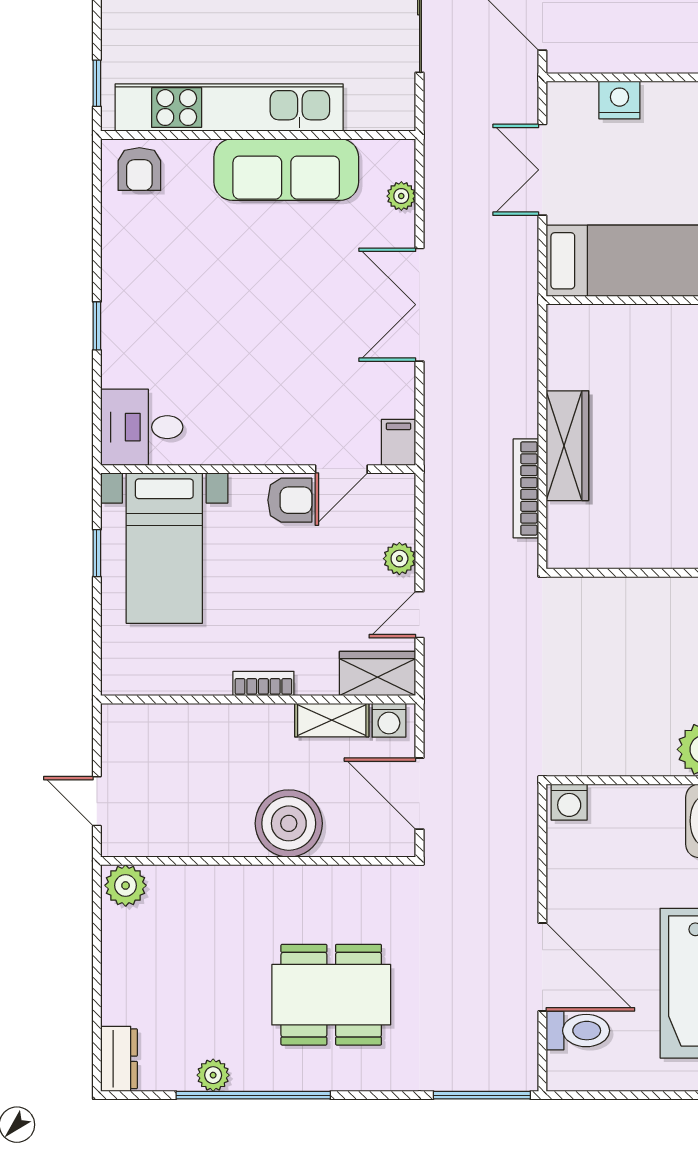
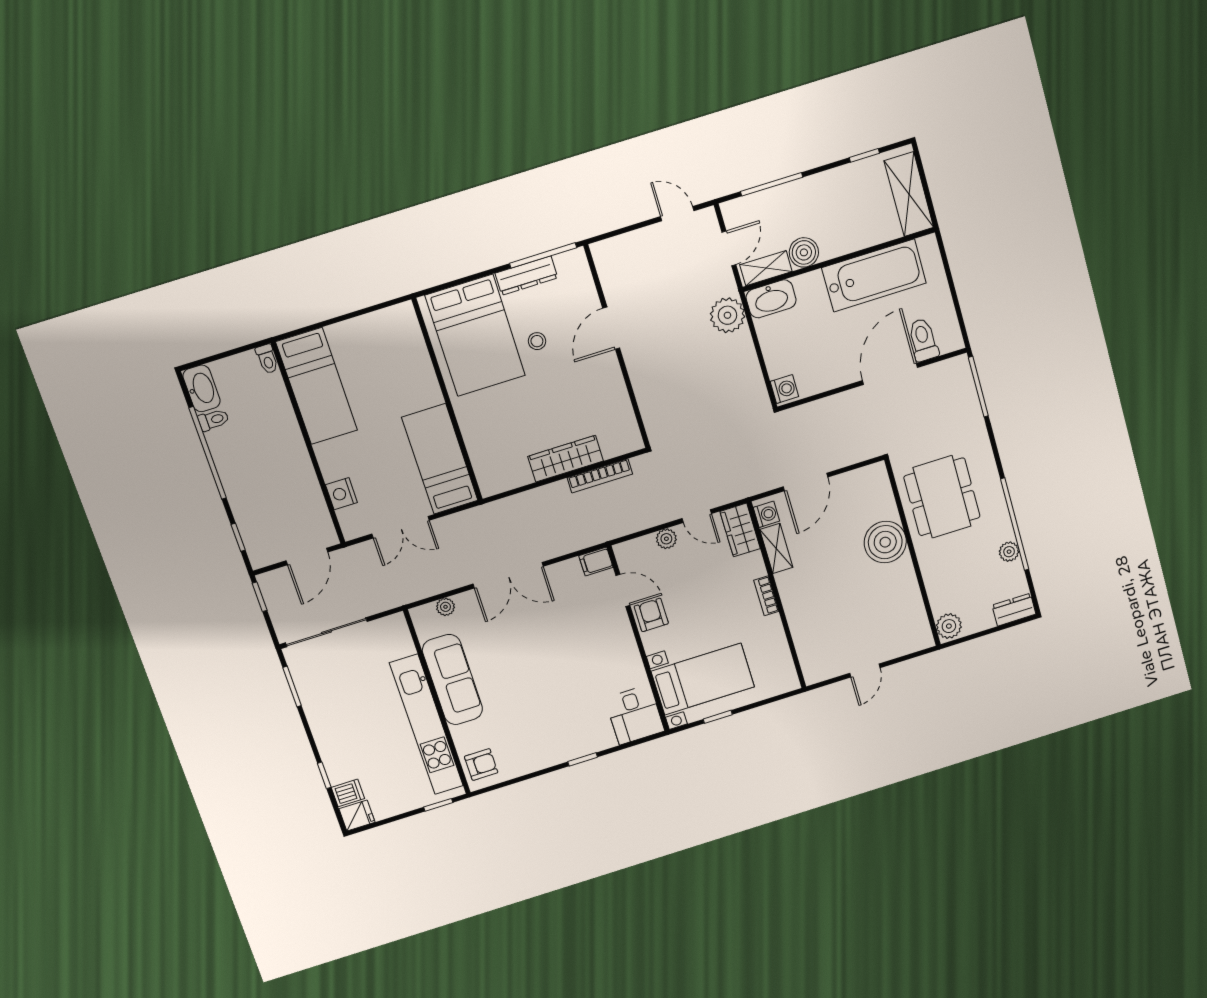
boiler: (289, 823) -> (885, 542), moved
wall: (258, 861) -> (913, 553), moved
plant: (126, 885) -> (949, 626), moved

